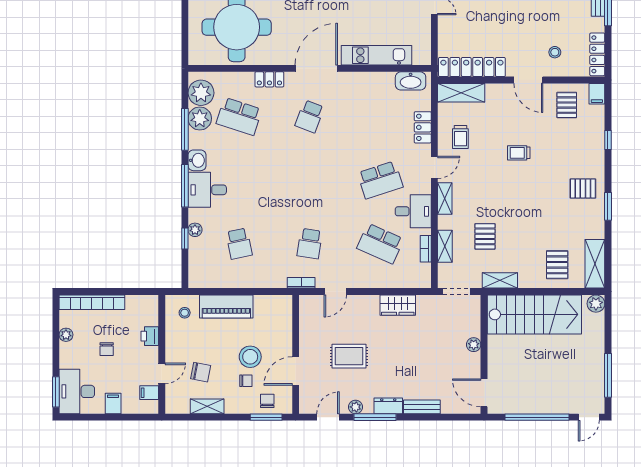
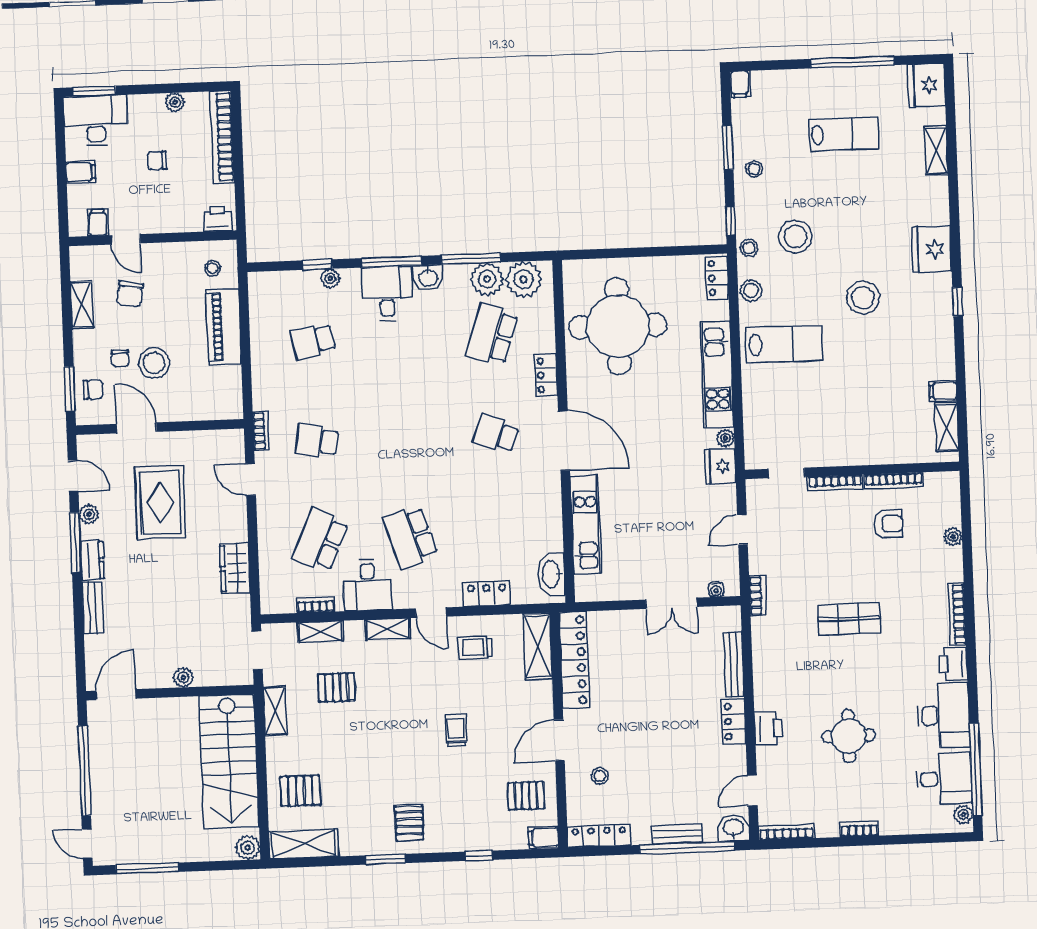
printer: (150, 336) -> (218, 219), moved
rug: (349, 356) -> (160, 502), width x1.36, depth x1.43

